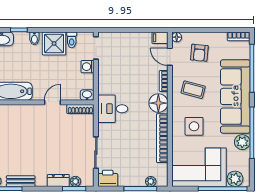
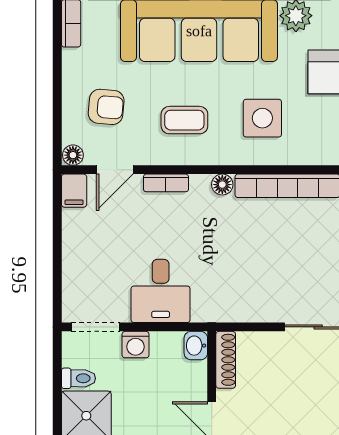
coffee table: (193, 90) -> (184, 120), turned 75
floor lamp: (158, 103) -> (222, 185), width x0.53, depth x0.53
desk: (113, 109) -> (161, 291), moved

